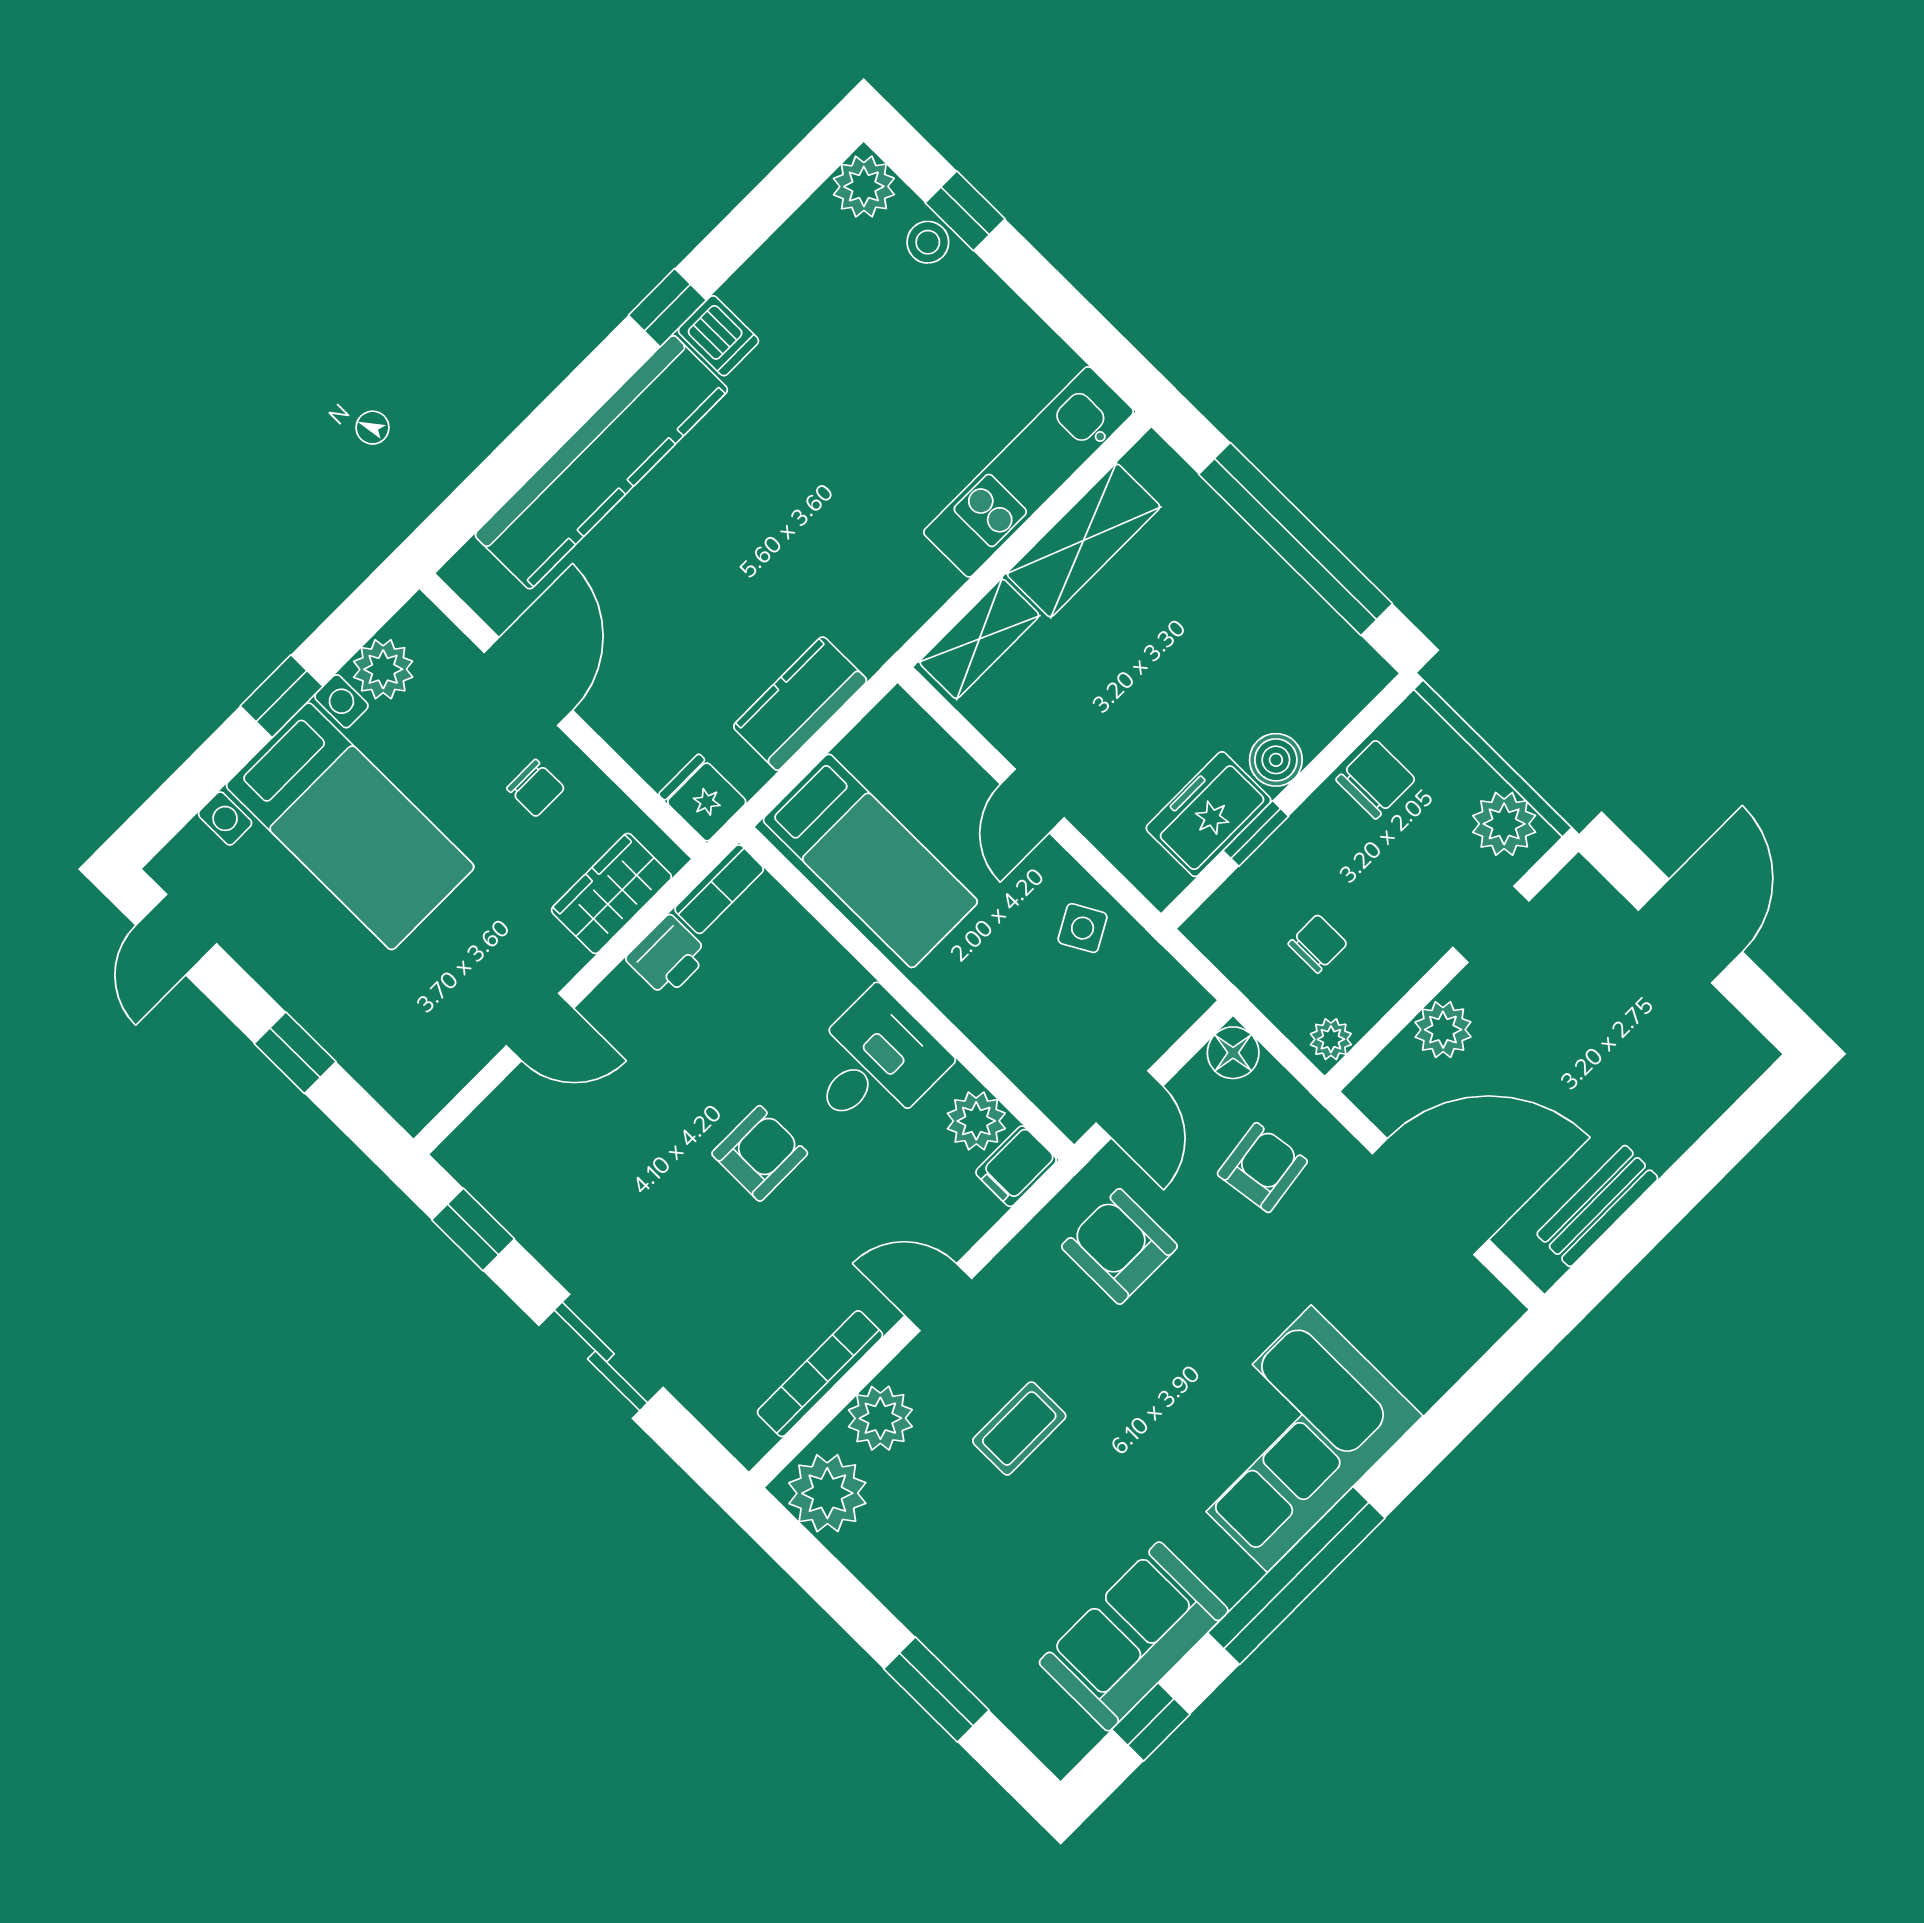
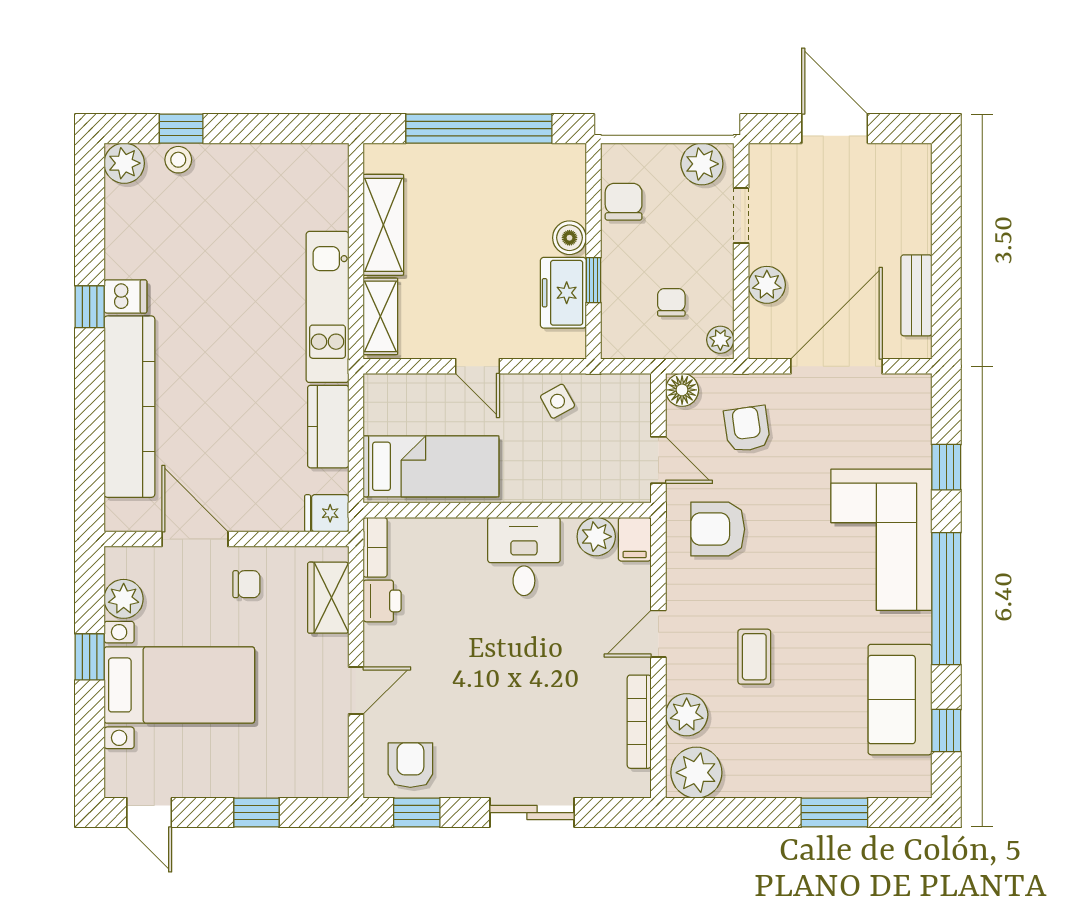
kitchen unit: (1029, 472) -> (327, 307), moved
armchair: (760, 1153) -> (410, 765), moved
window: (1441, 1430) -> (946, 467), added

